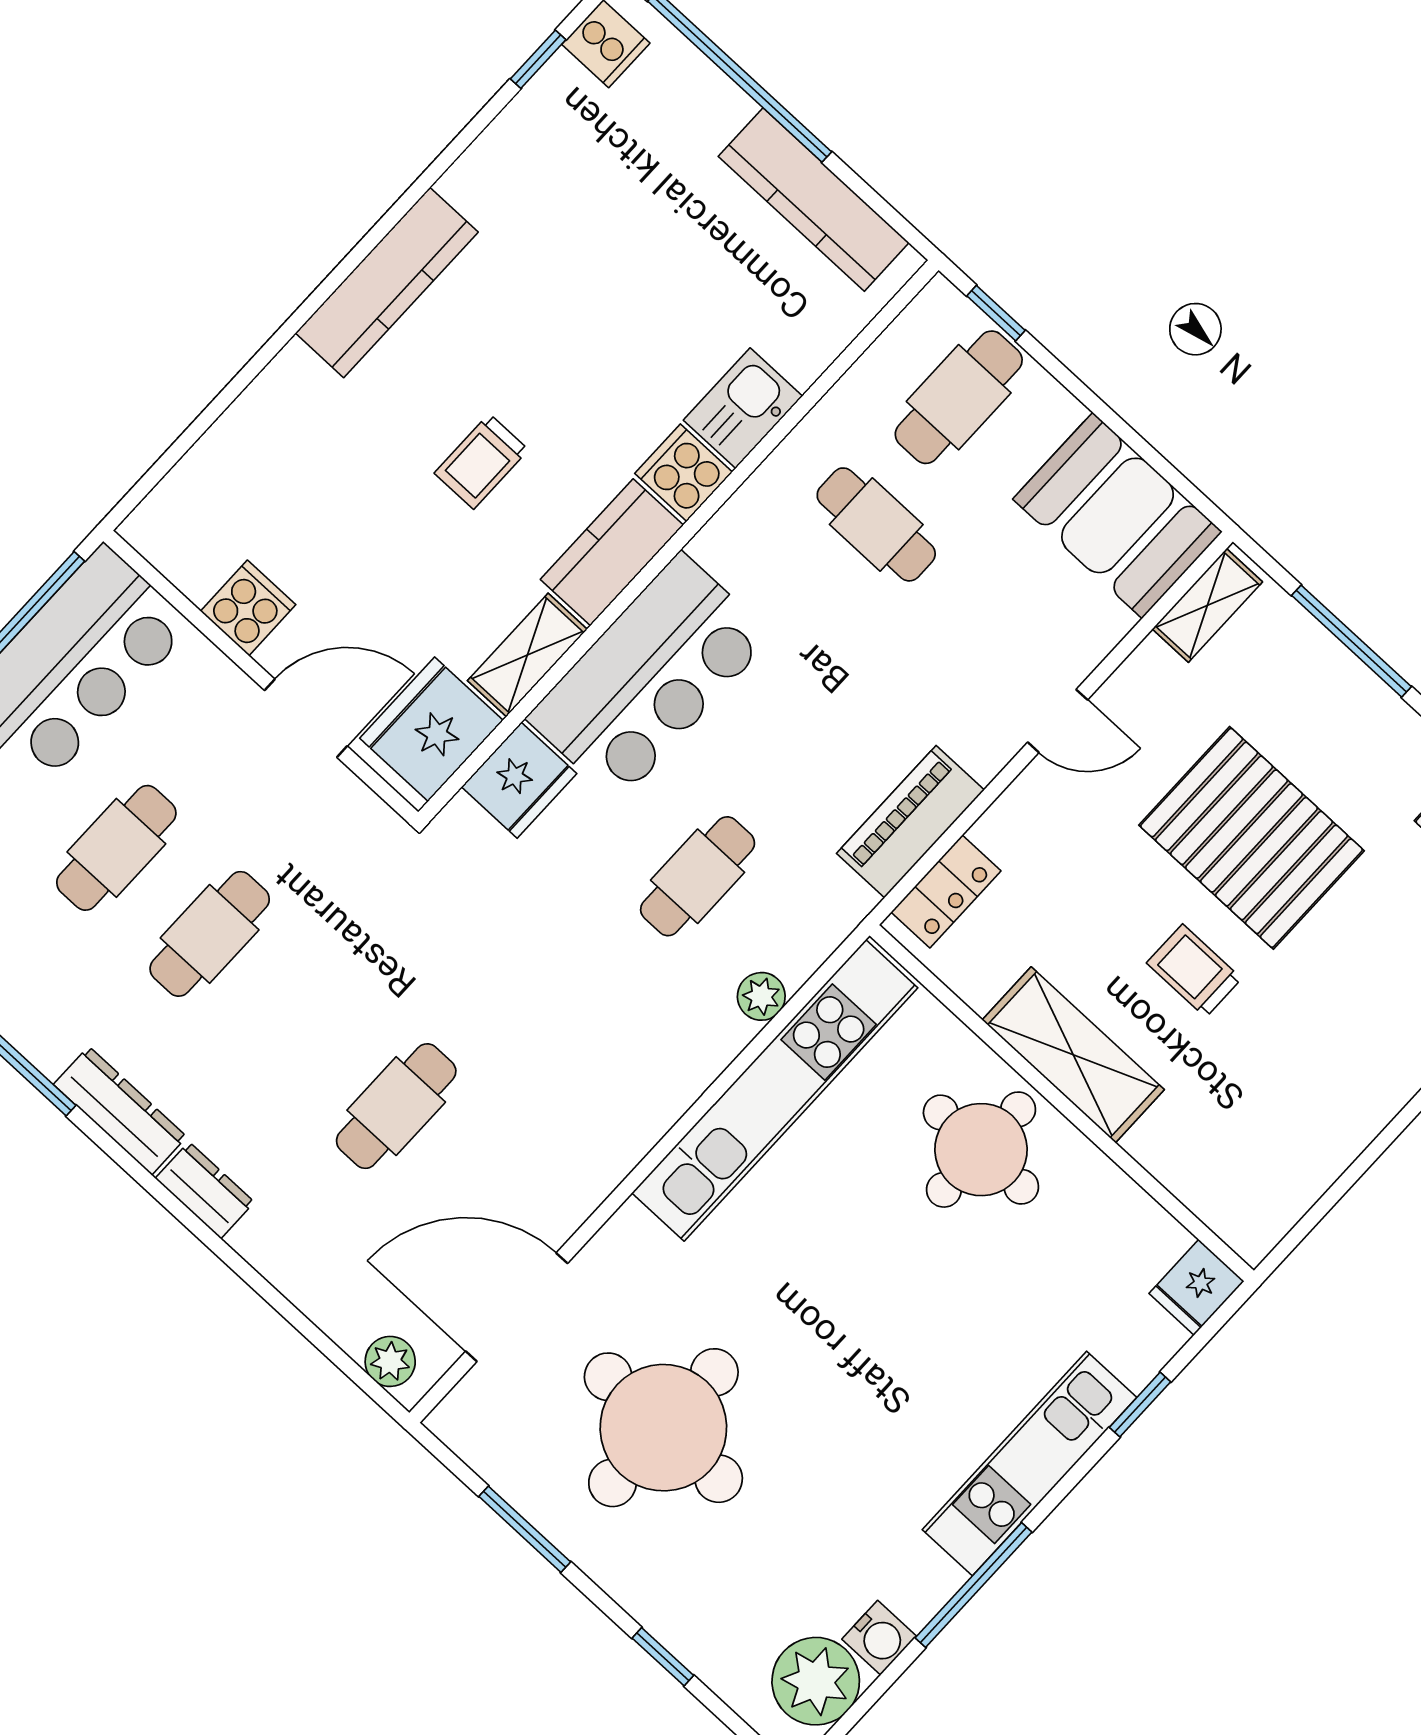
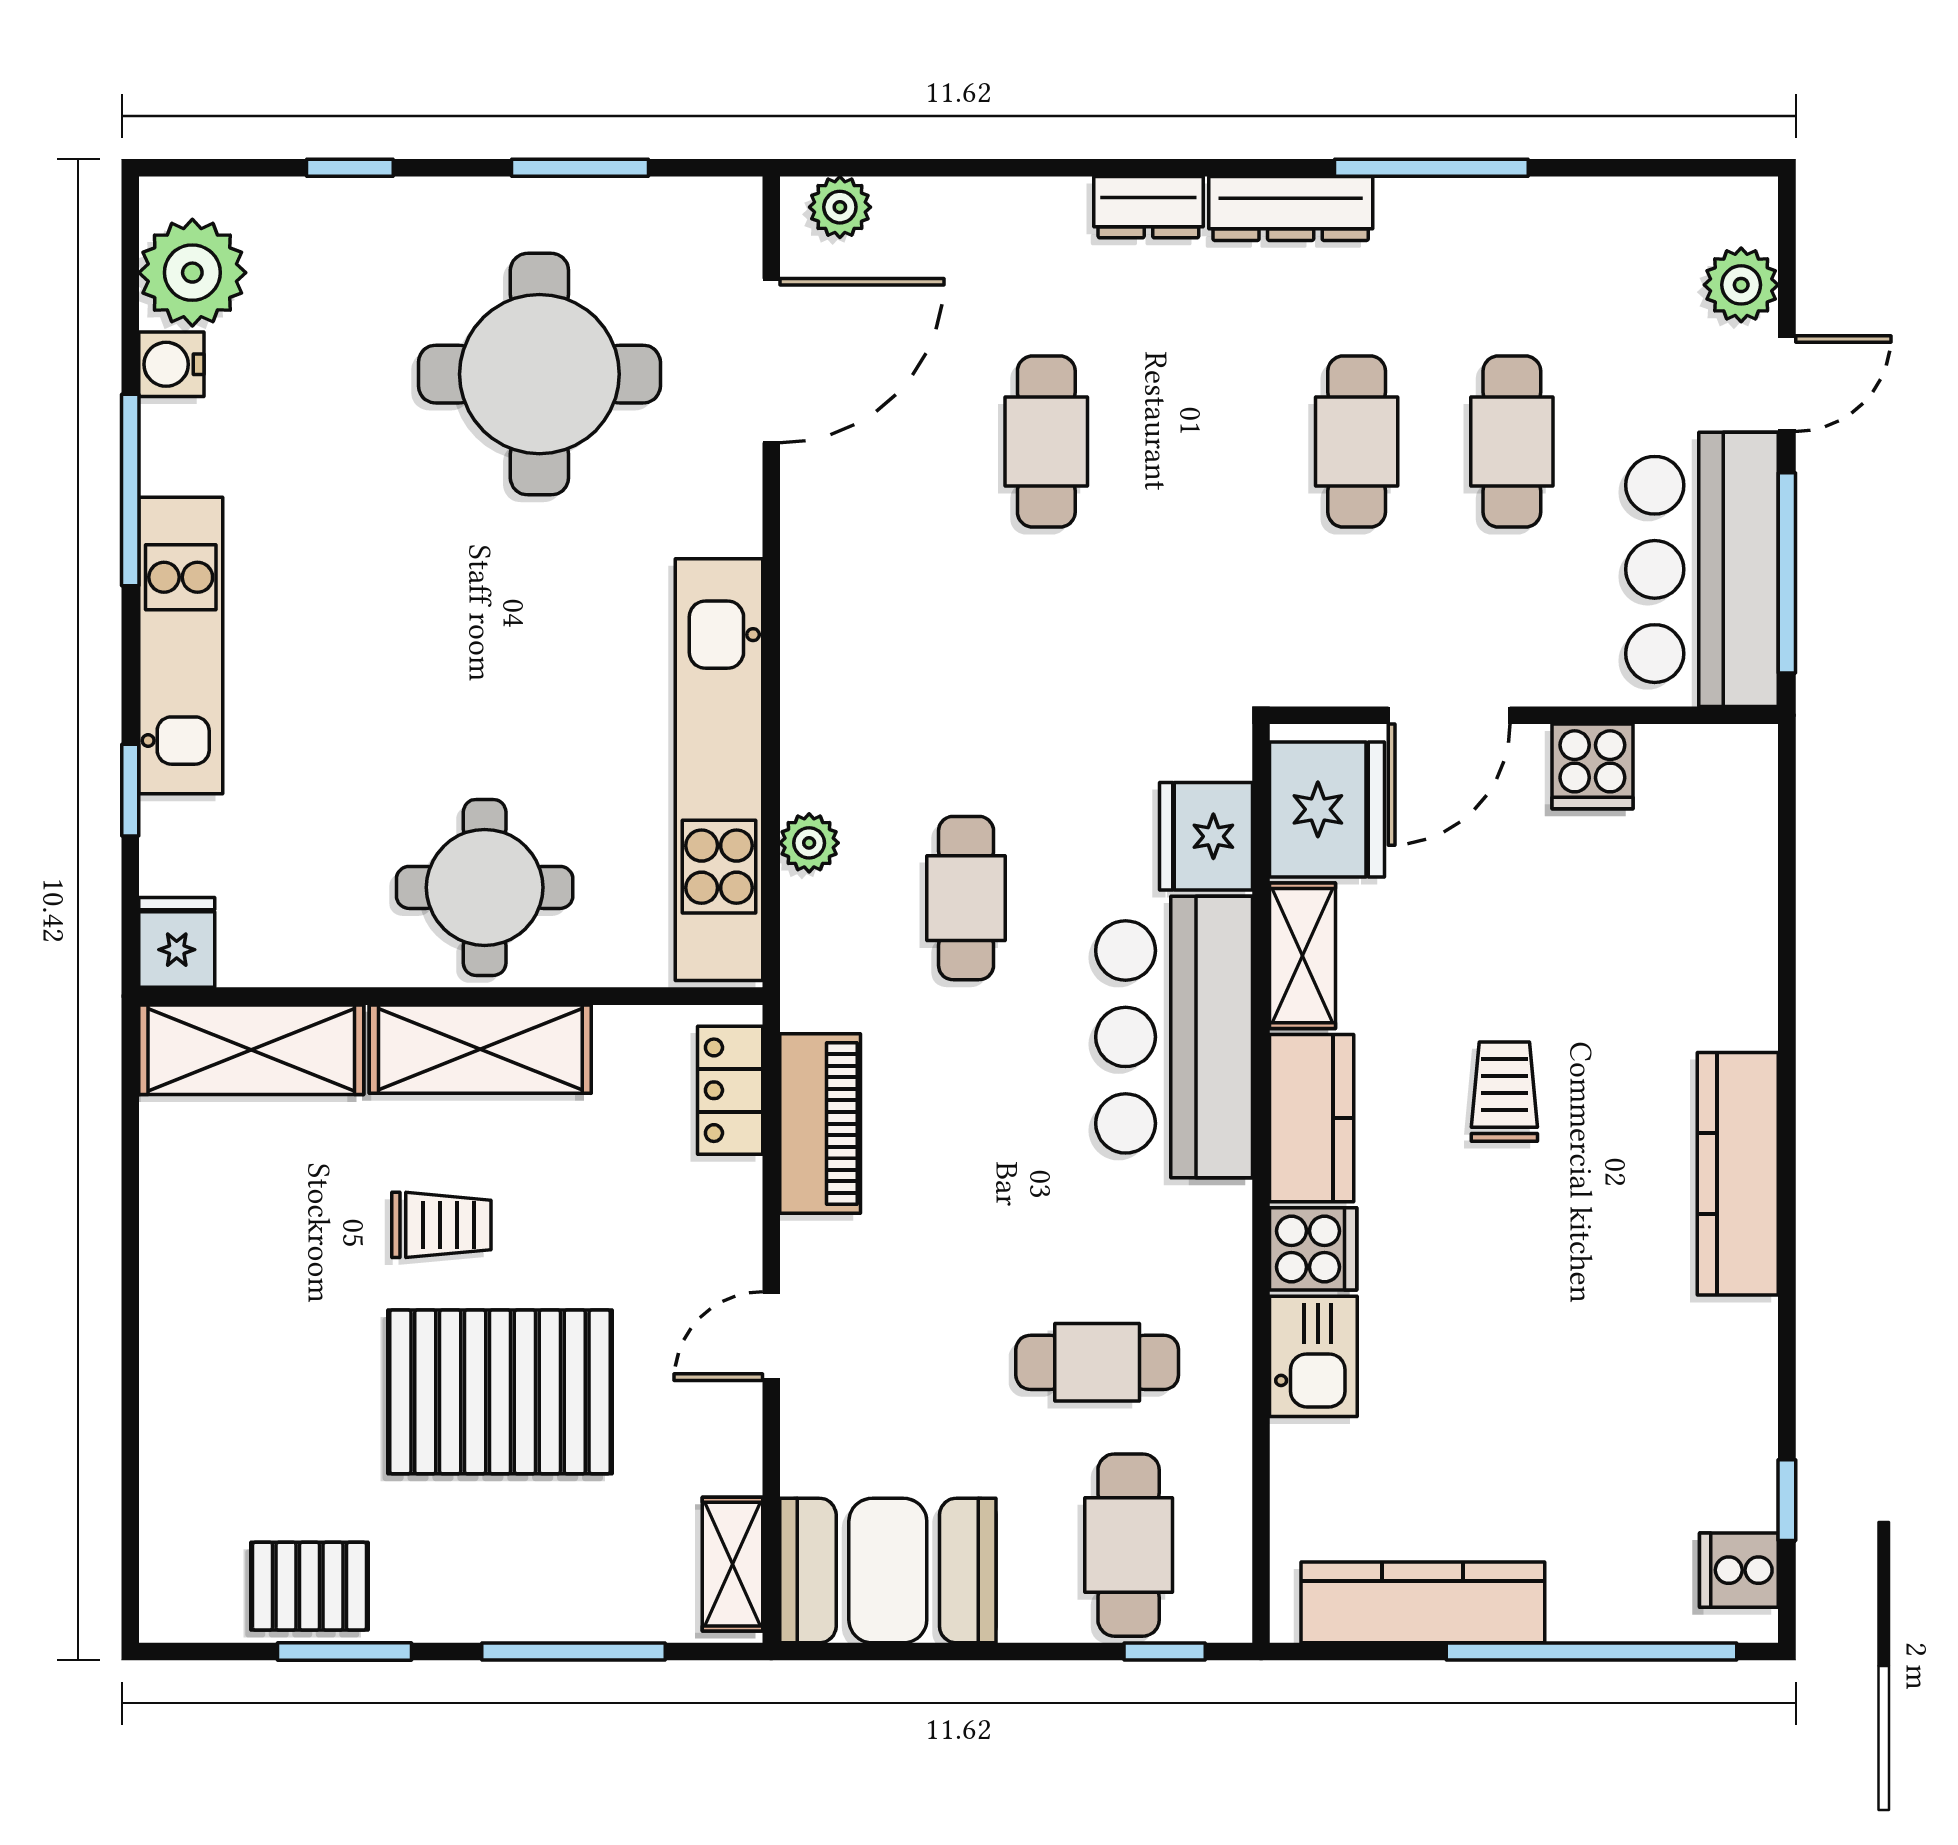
shelving: (1211, 1181) -> (251, 1050), added

